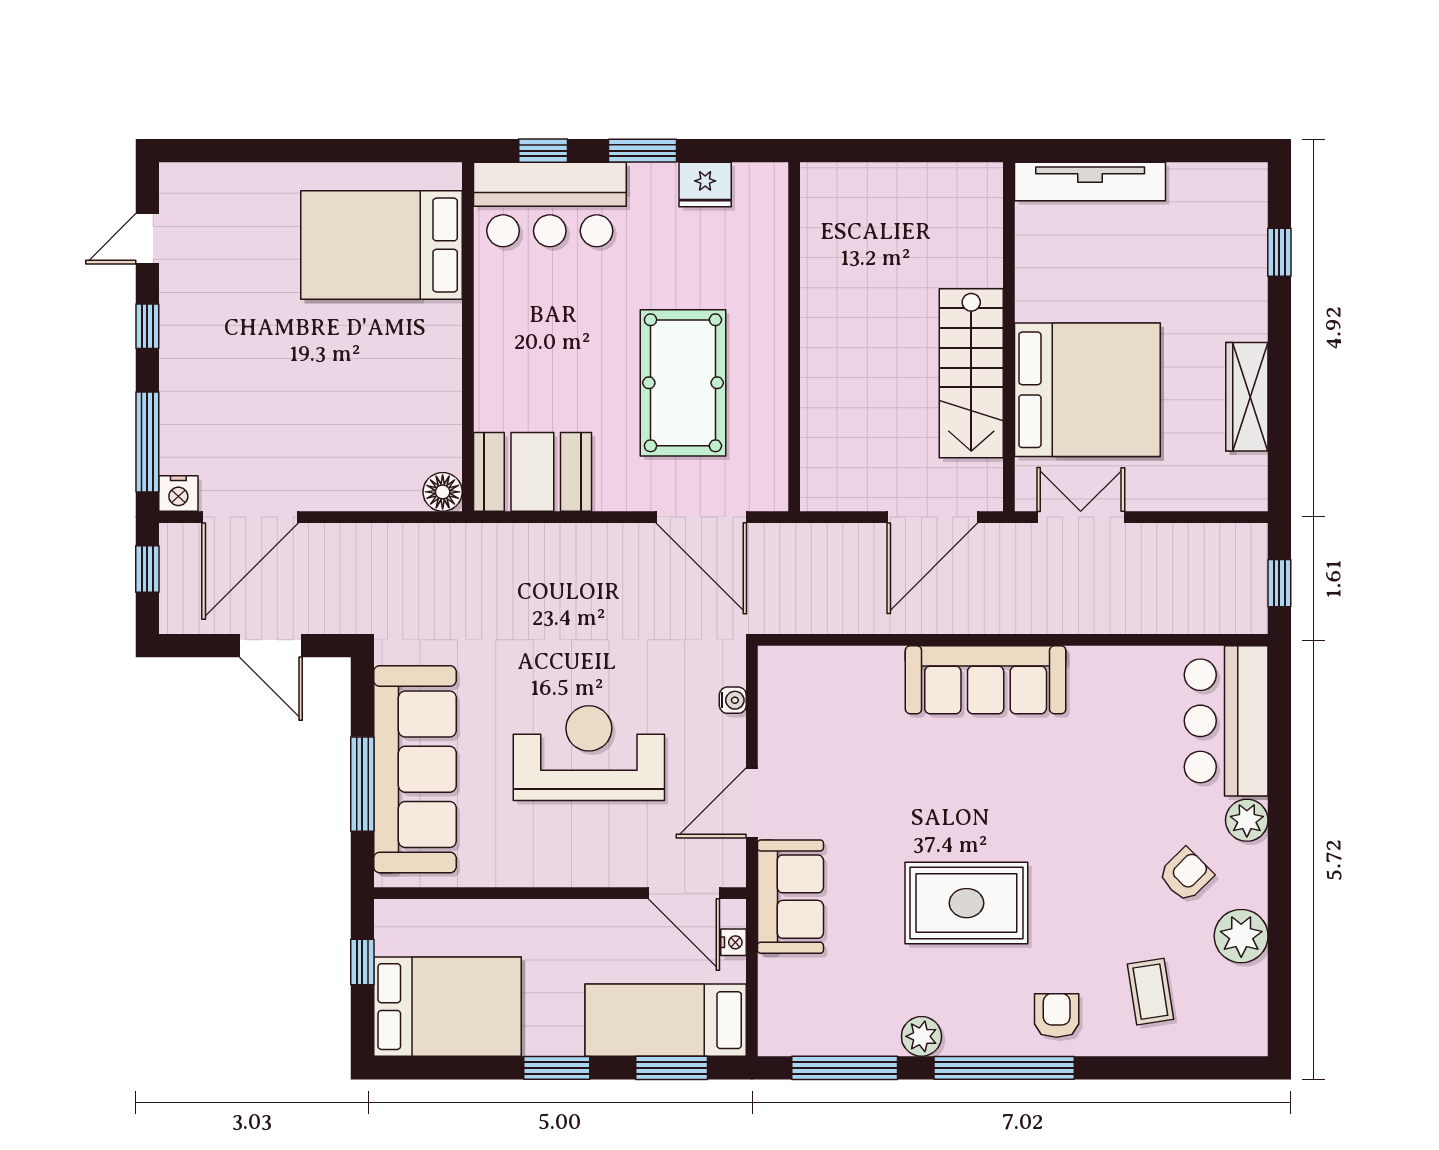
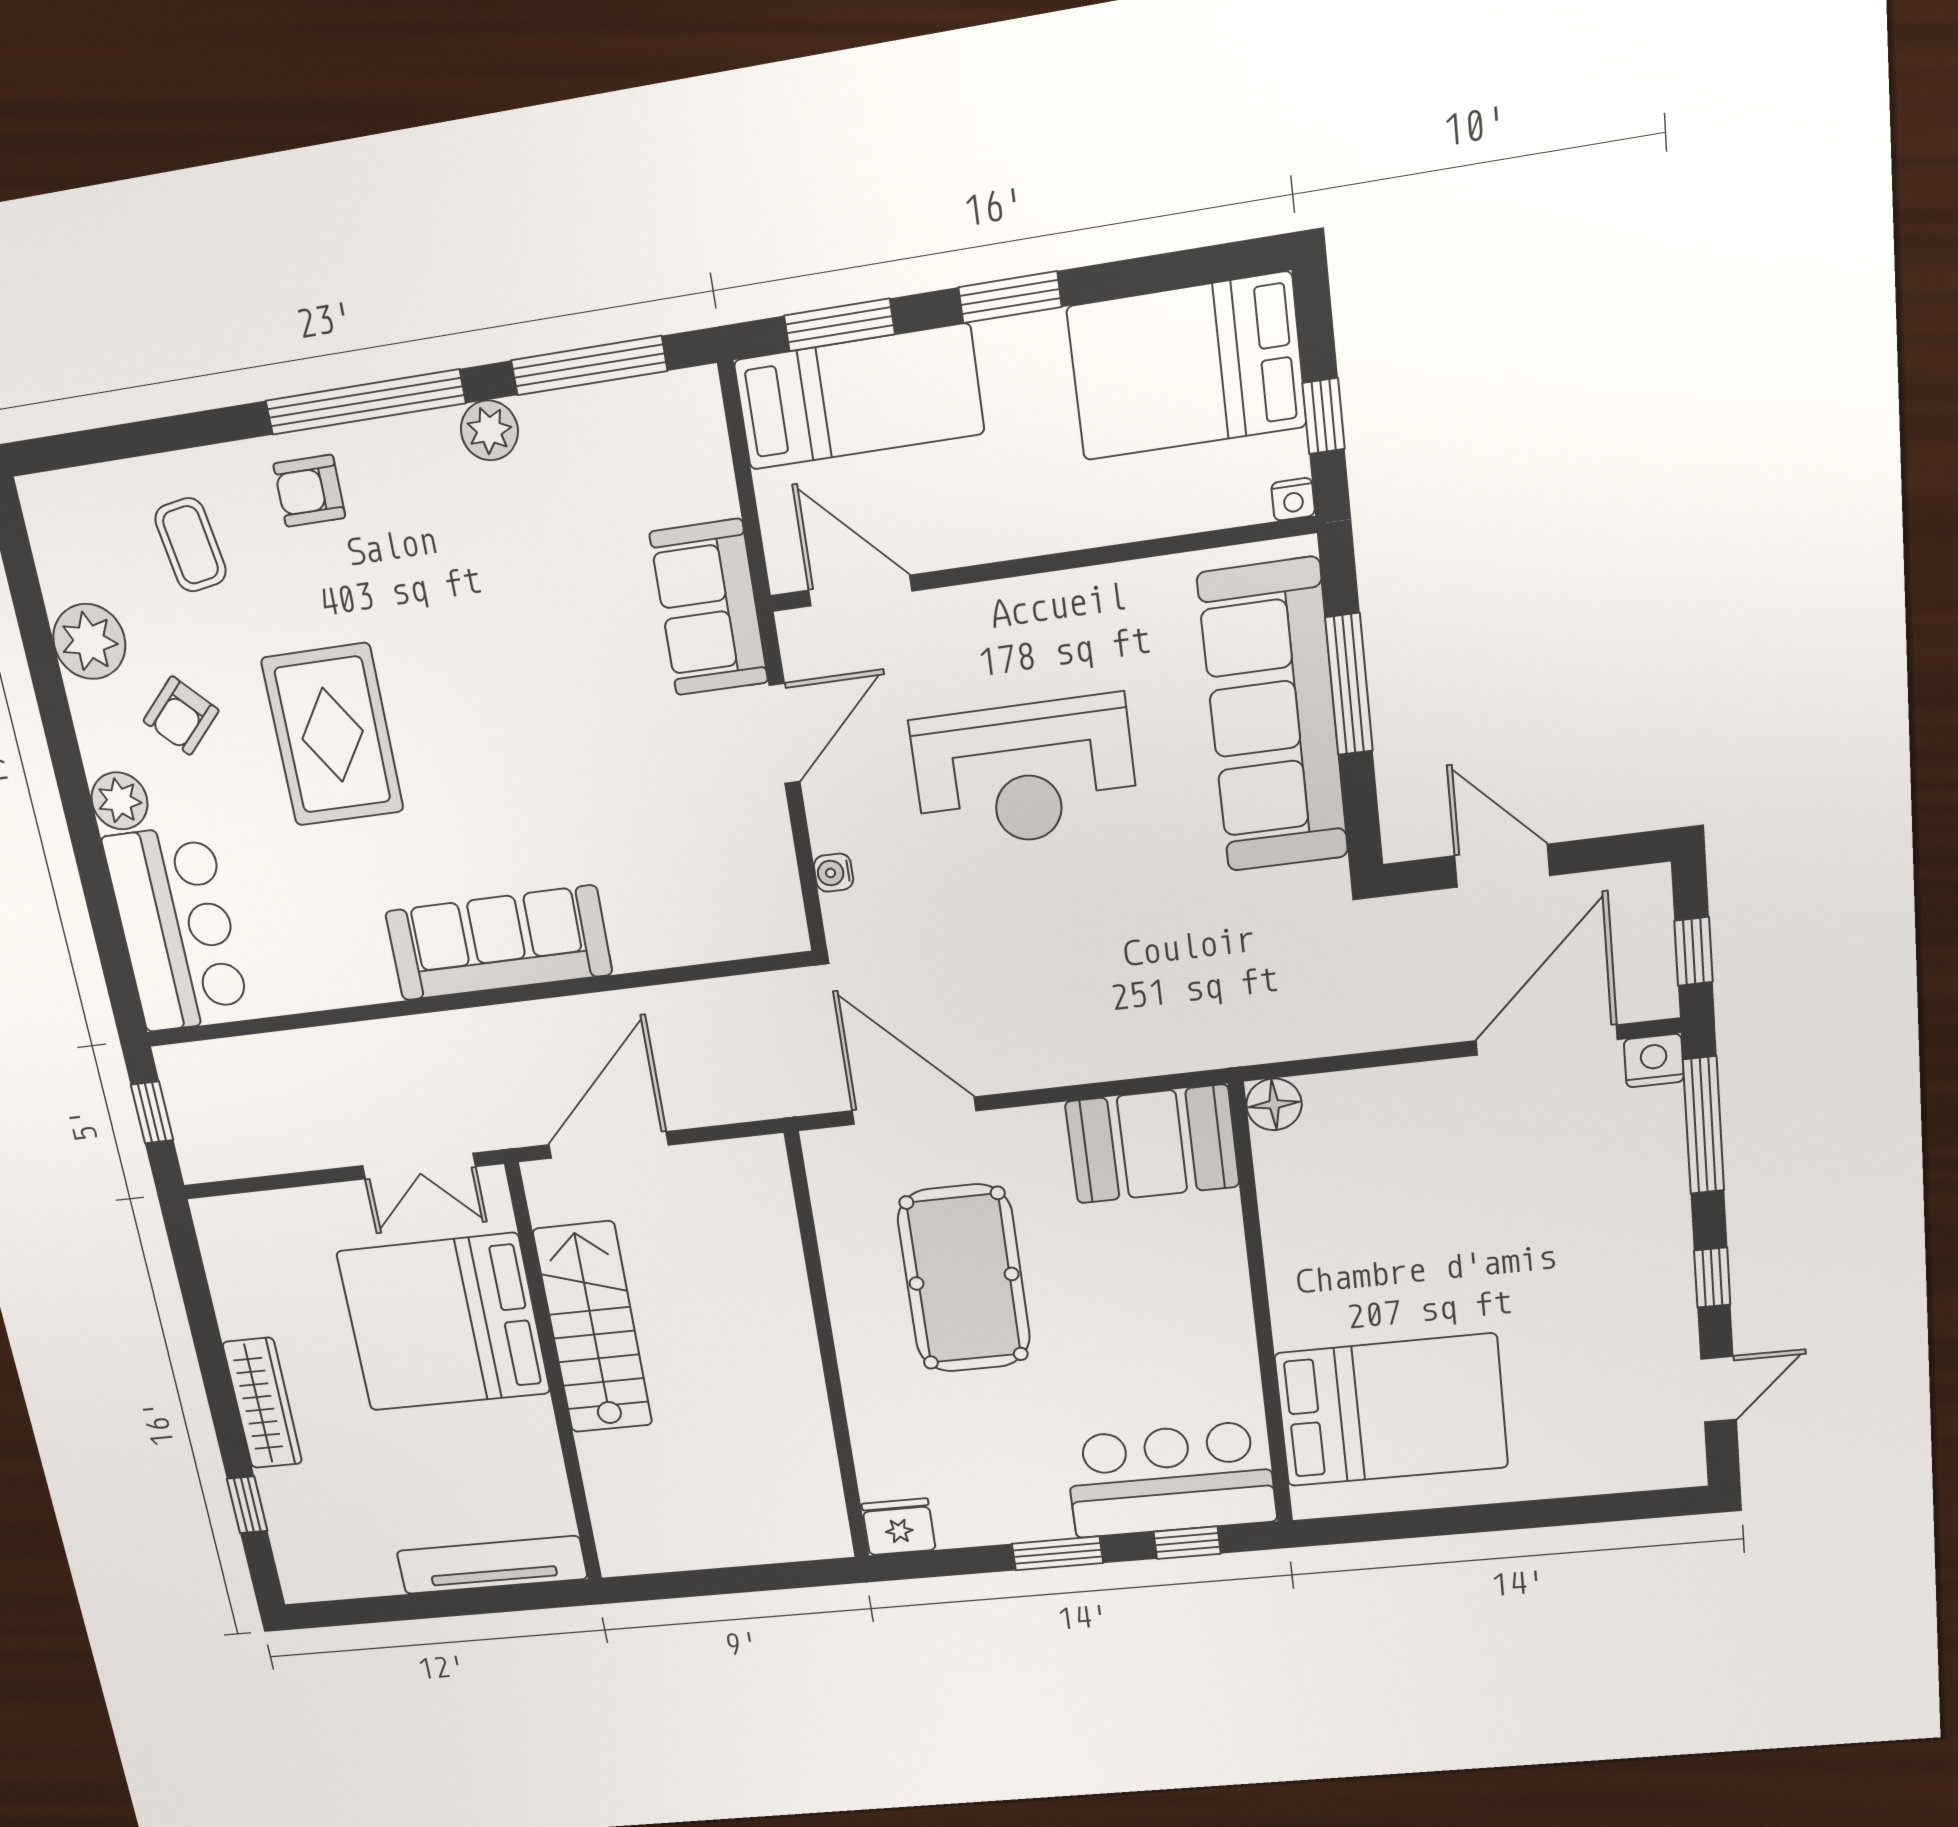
fridge: (705, 185) -> (899, 1527), moved
wardrobe: (1247, 397) -> (262, 1403), moved
rug: (966, 903) -> (333, 735), moved, turned 90
nightstand: (733, 942) -> (1293, 499), moved, turned -90
armchair: (1057, 1015) -> (309, 491), turned 90

